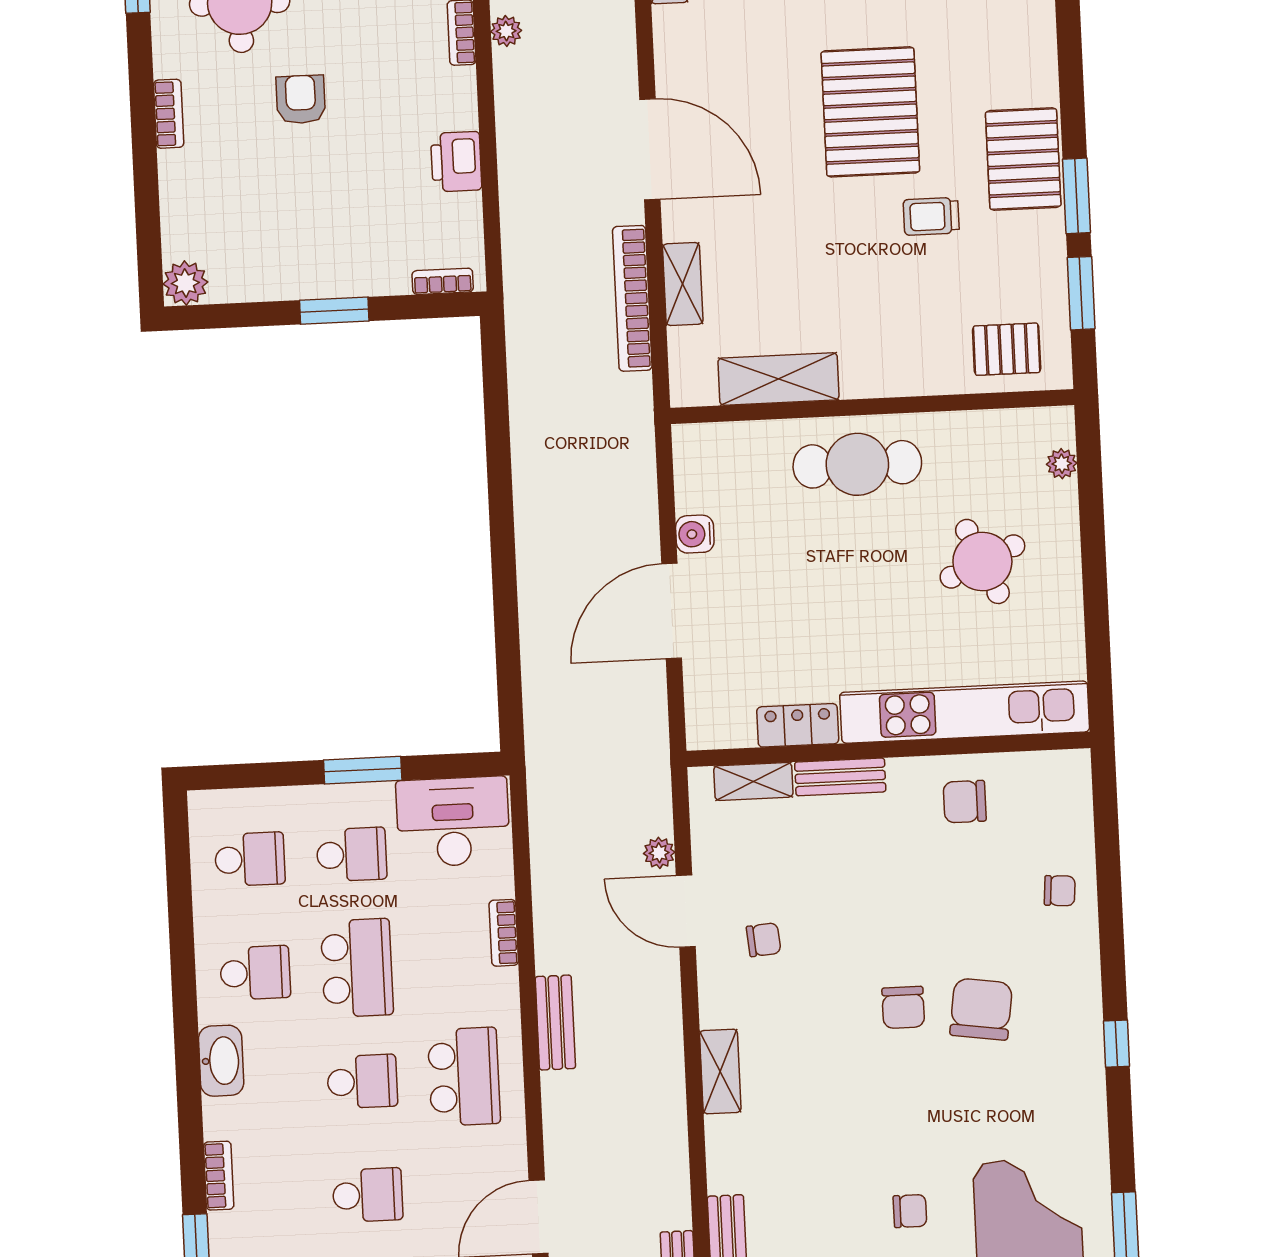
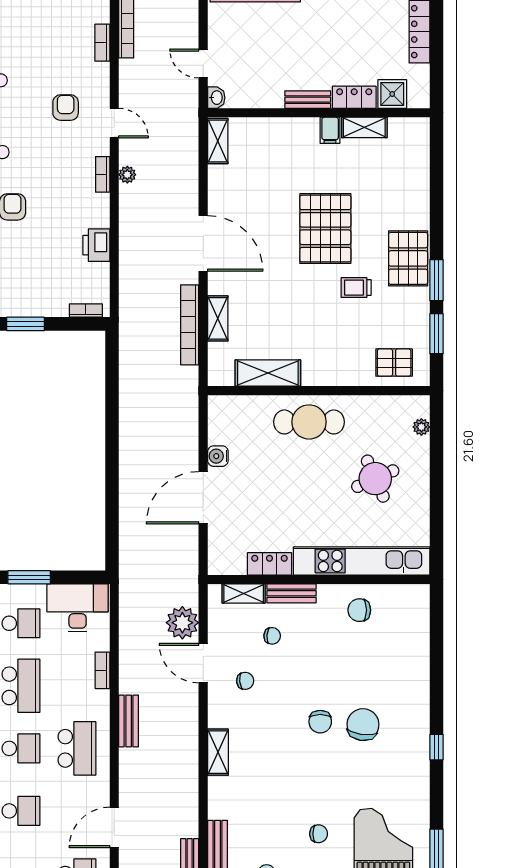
plant: (659, 853) -> (182, 623), width x1.88, depth x1.88
chair: (1060, 891) -> (272, 636), moved

